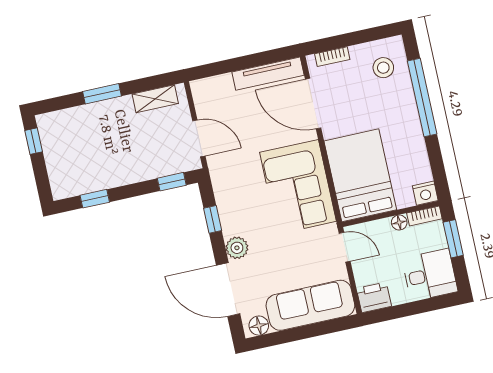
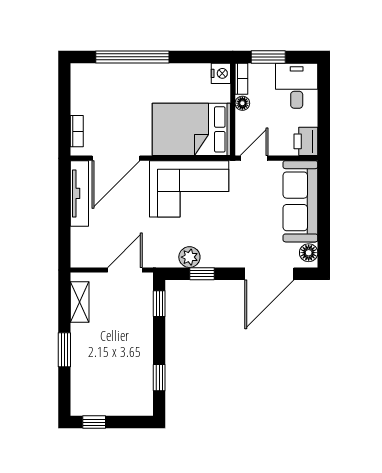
stool: (383, 68) -> (97, 87), removed
plant: (237, 248) -> (189, 257), moved

